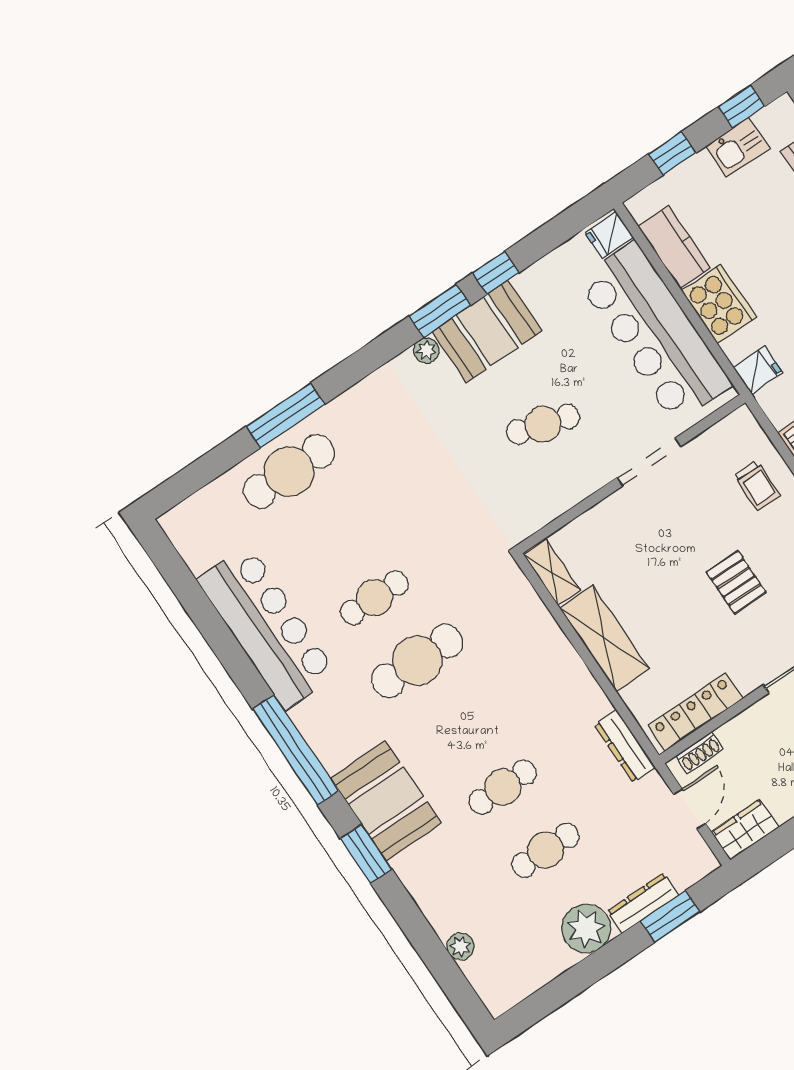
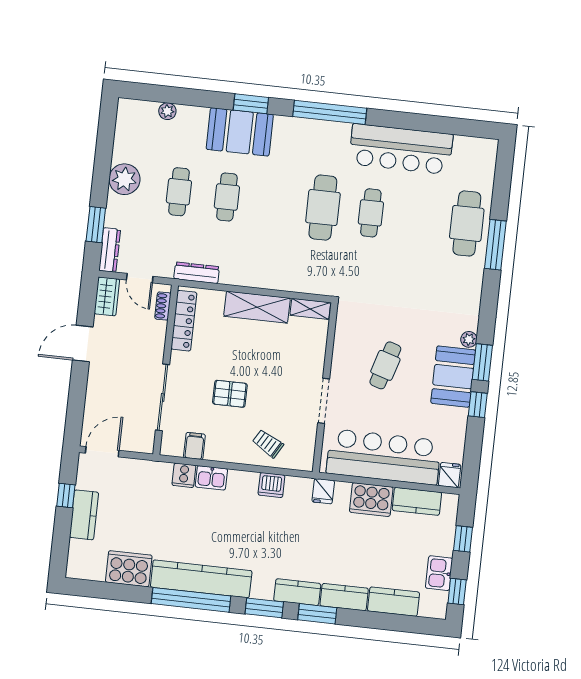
trolley: (757, 485) -> (268, 444), turned 30
booth: (386, 801) -> (240, 132), moved
dresser: (643, 903) -> (110, 250), moved

